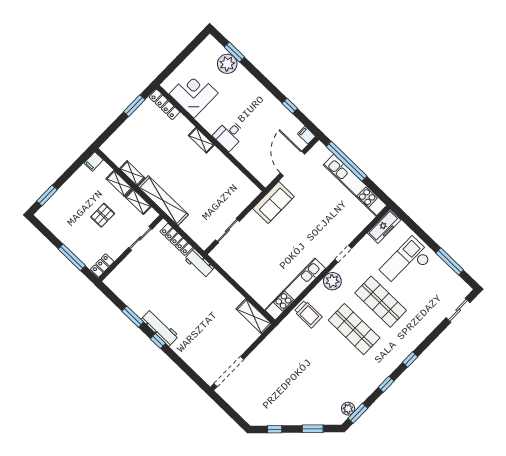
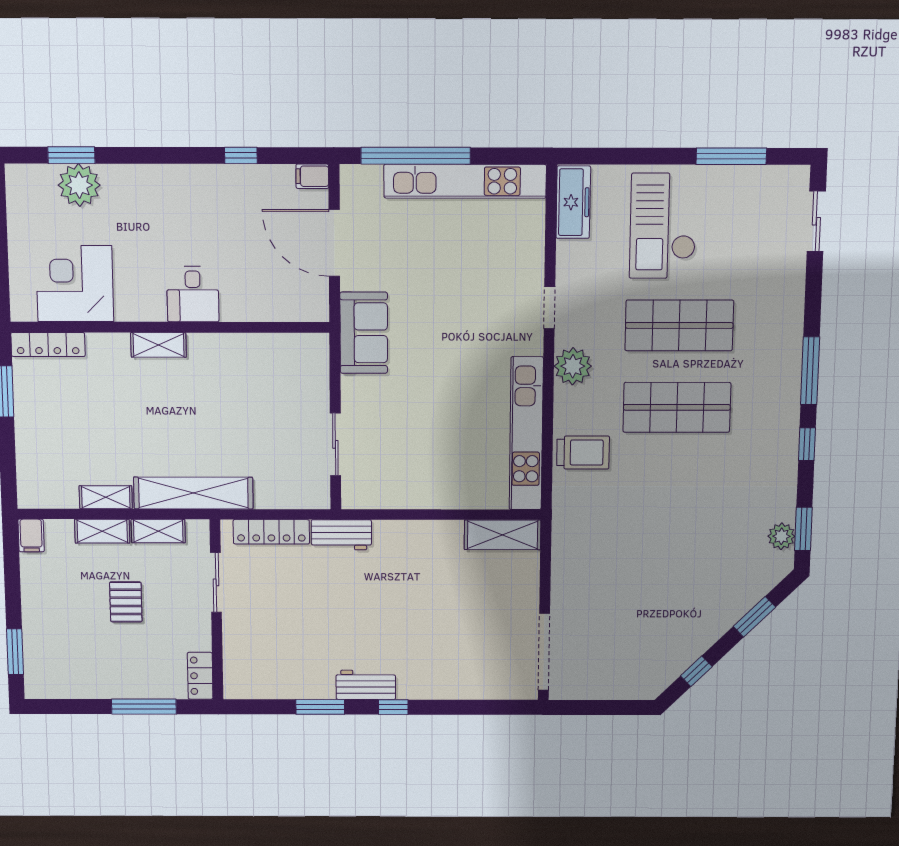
workbench: (160, 328) -> (366, 685), width x0.73
window: (410, 359) -> (810, 371), width x2.17

